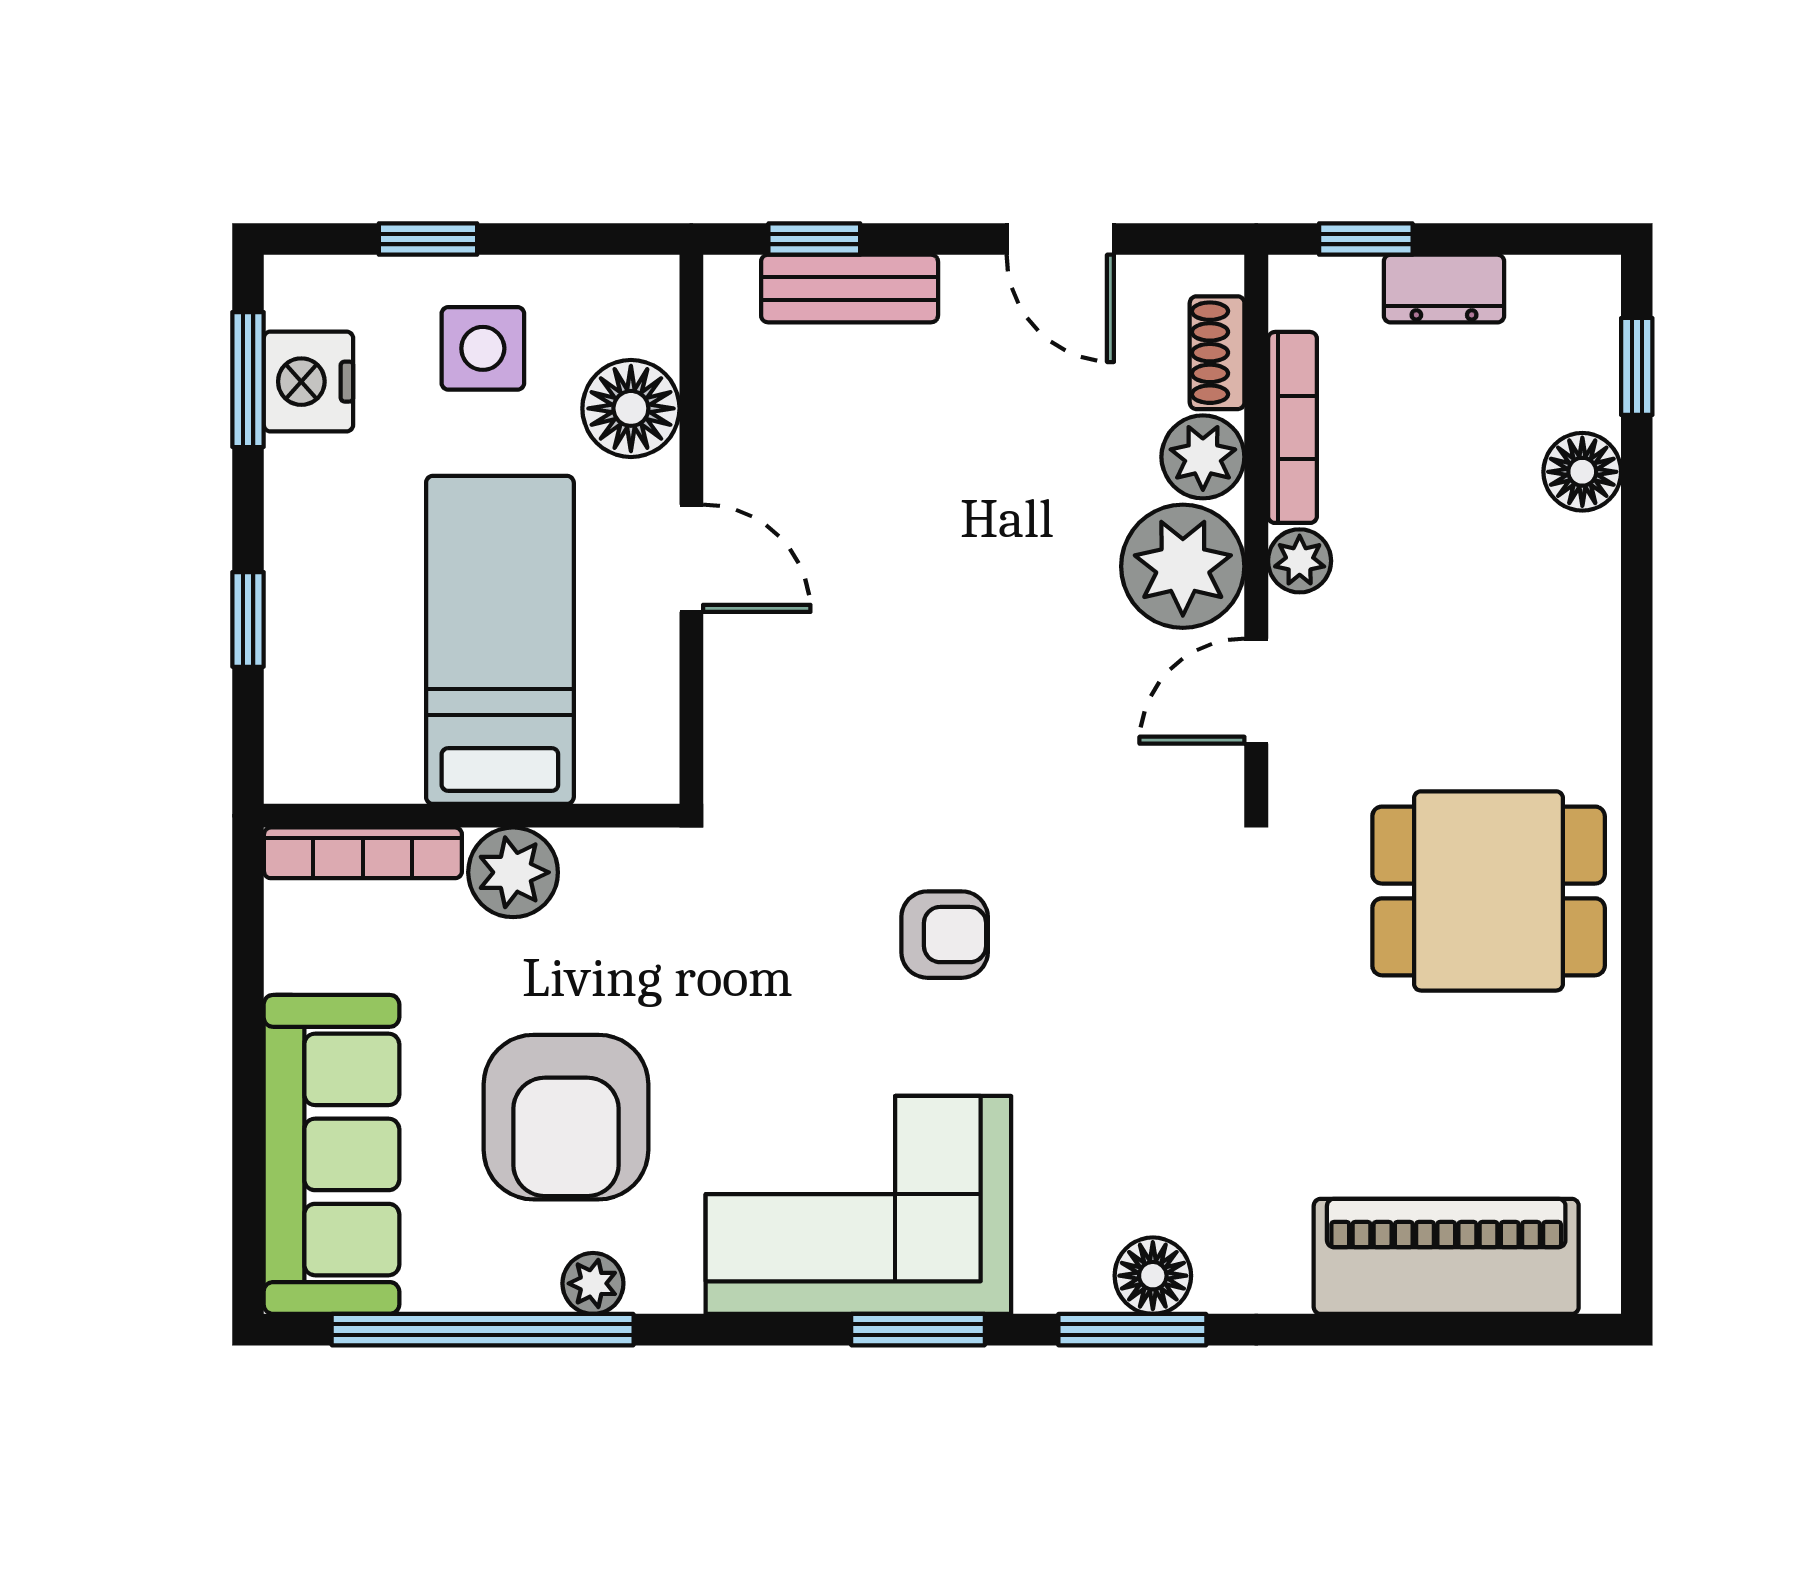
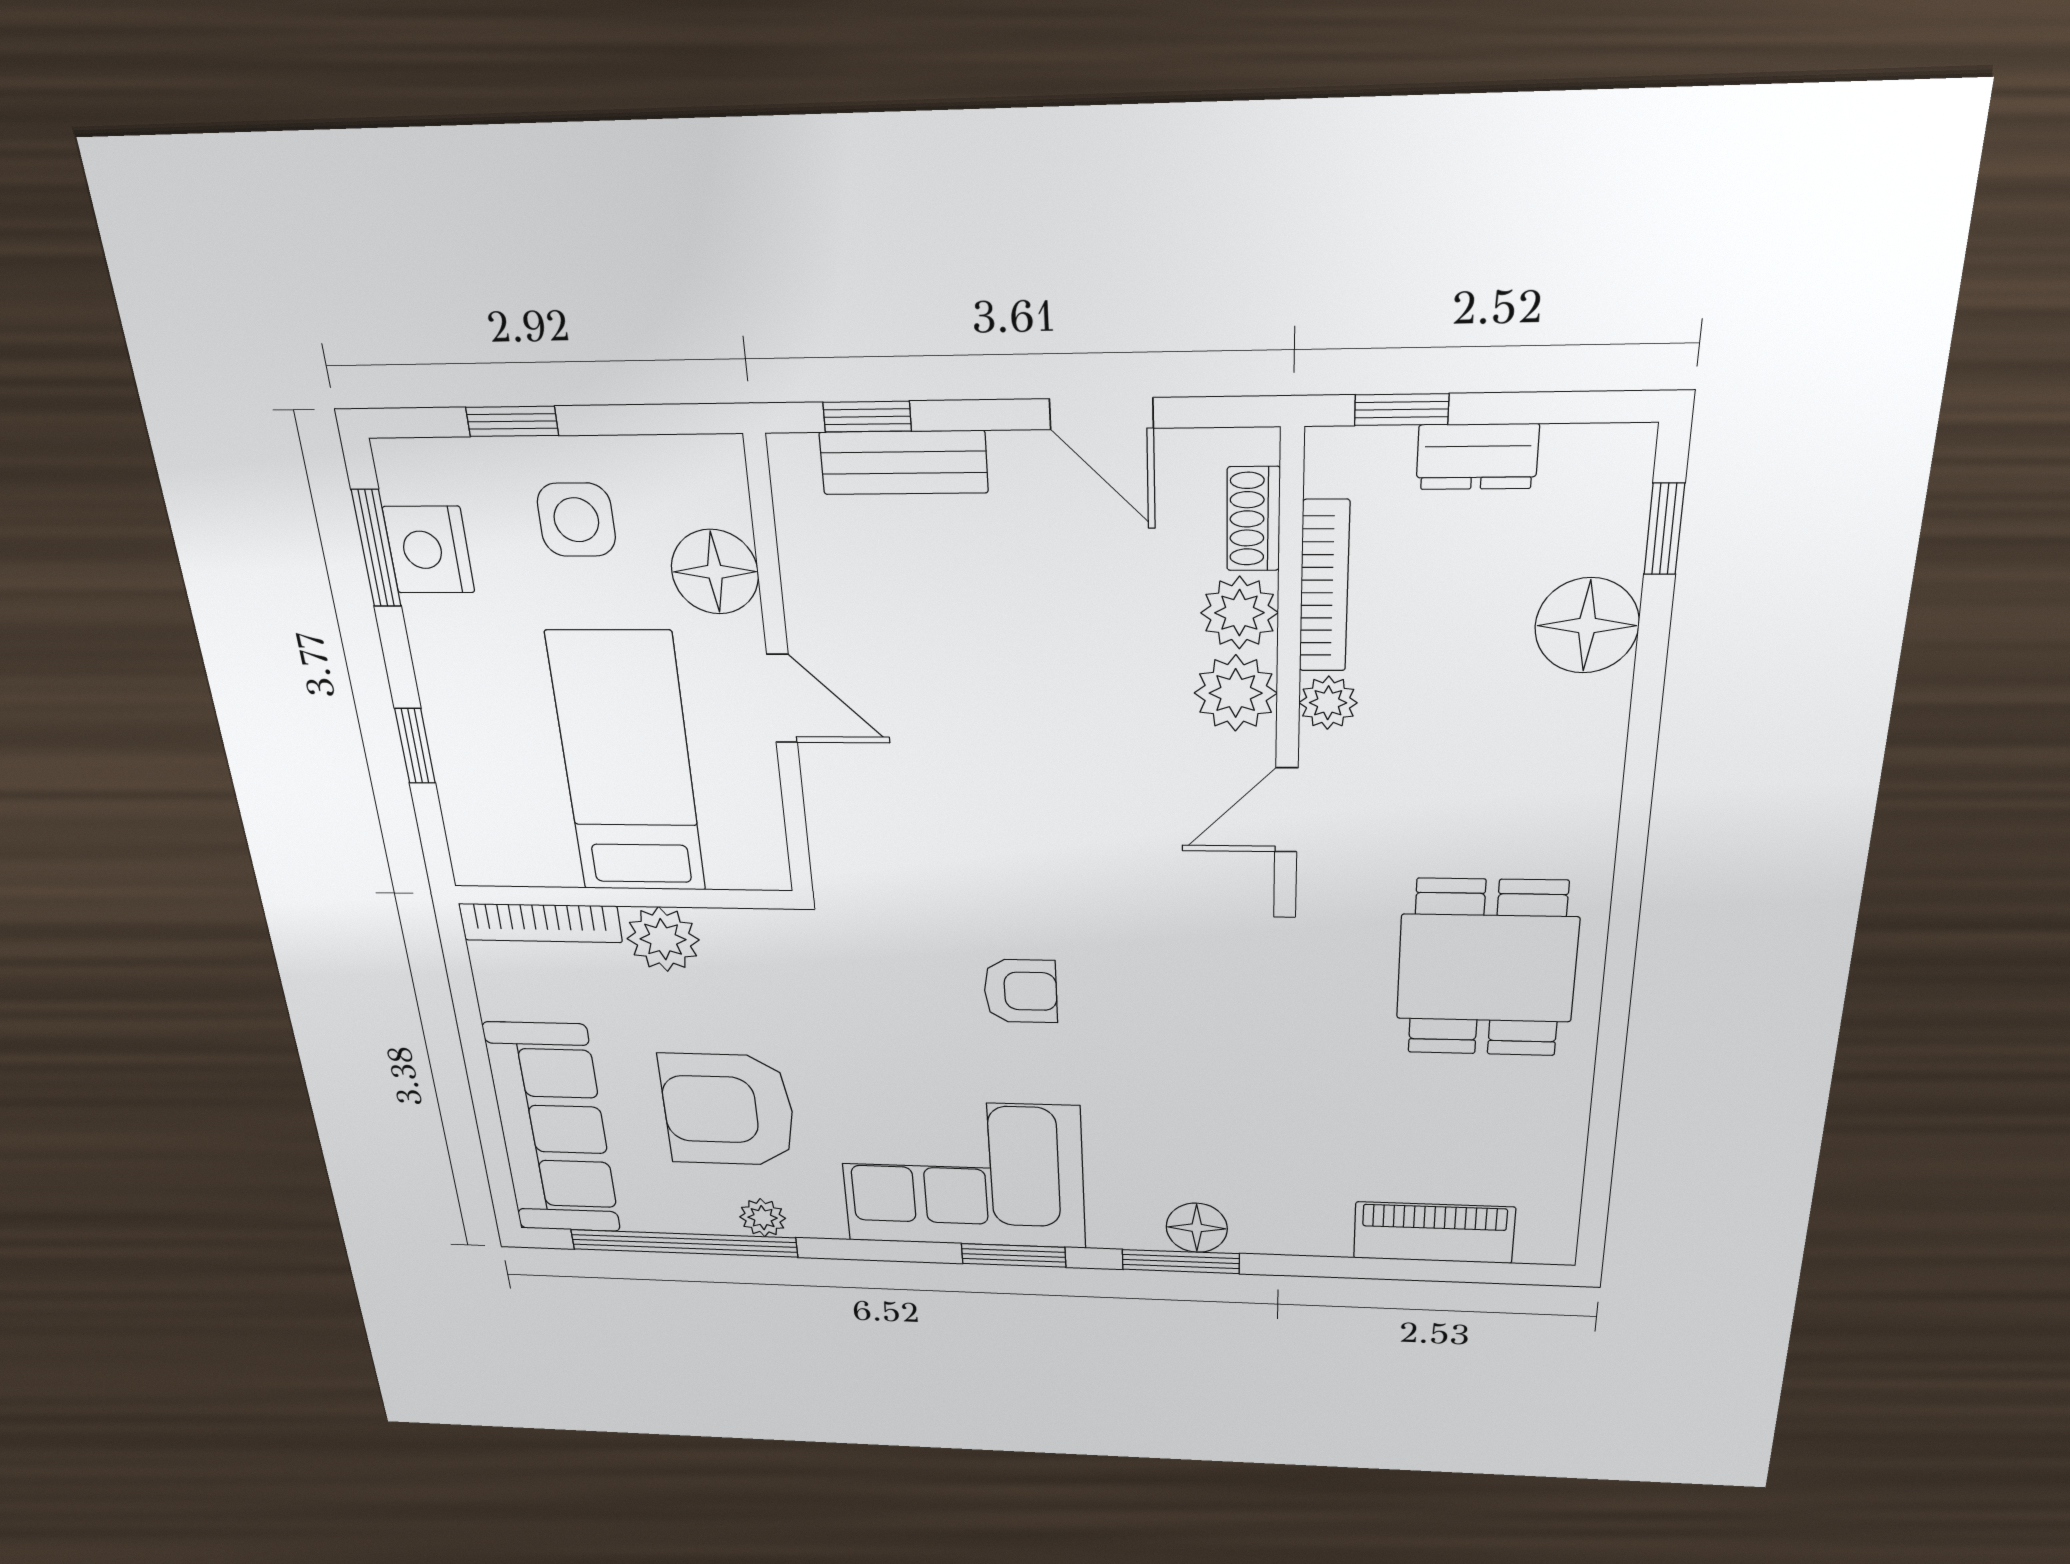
floor lamp: (1582, 472) -> (1587, 626), width x1.38, depth x1.38
plant: (1183, 566) -> (1236, 693), width x0.73, depth x0.73
dining table: (1489, 891) -> (1487, 968), turned 90
armchair: (566, 1117) -> (728, 1110), turned 90
piano: (1446, 1256) -> (1434, 1233), width x0.73, depth x0.75

